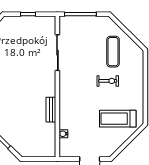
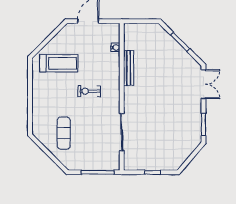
exercise bike: (108, 81) -> (89, 91), moved
bench: (51, 110) -> (129, 68), width x1.36

